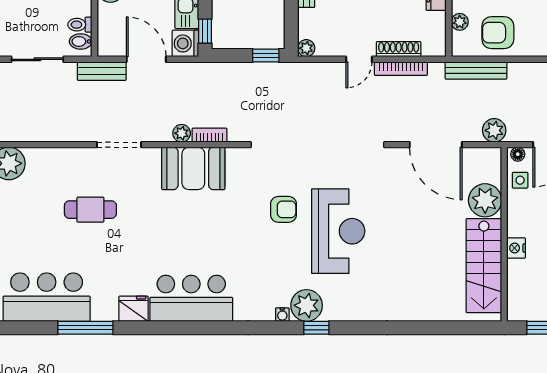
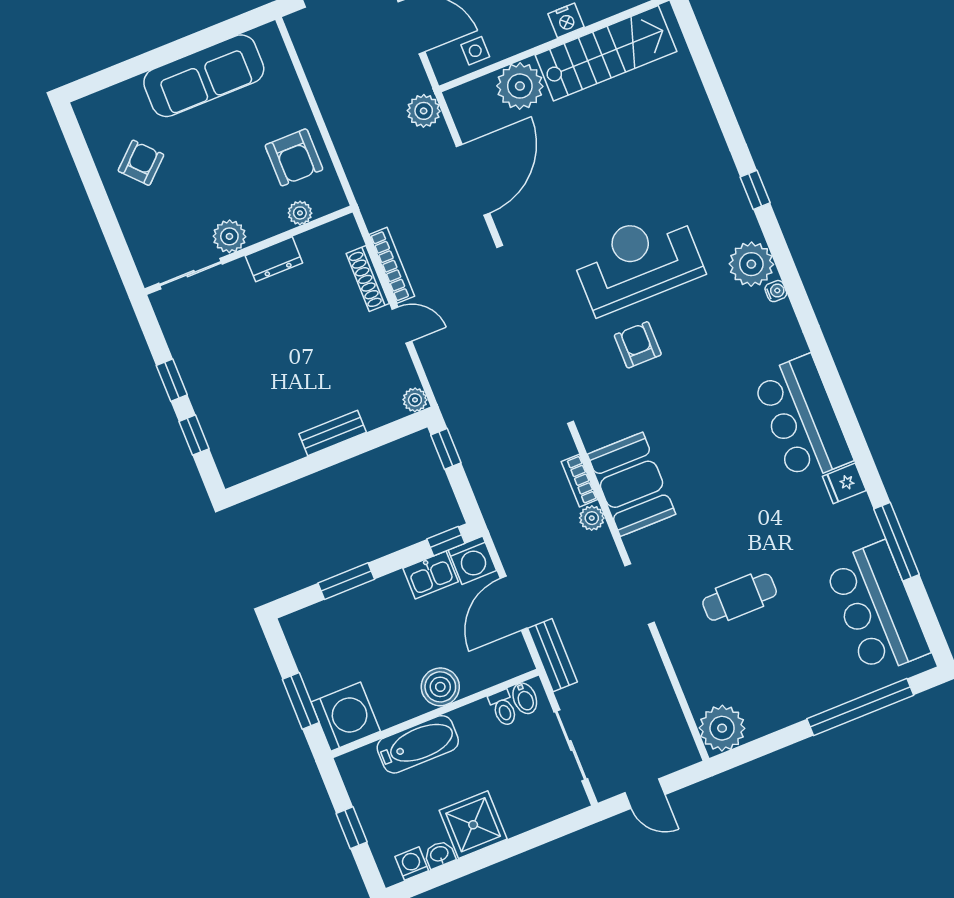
bench: (476, 70) -> (355, 166), removed
floor lamp: (518, 154) -> (442, 68), removed
cafe table: (90, 210) -> (740, 597), turned 90
fridge: (134, 309) -> (844, 483), width x0.72
window: (316, 328) -> (755, 190), moved

